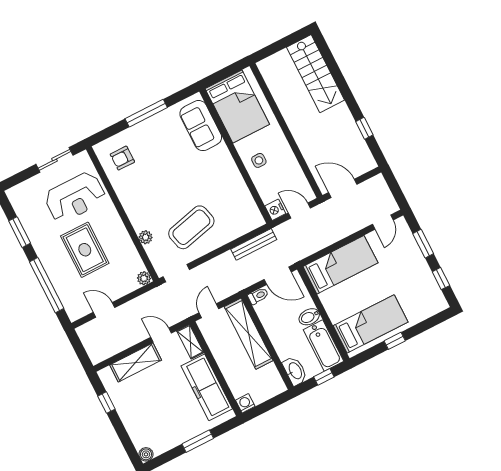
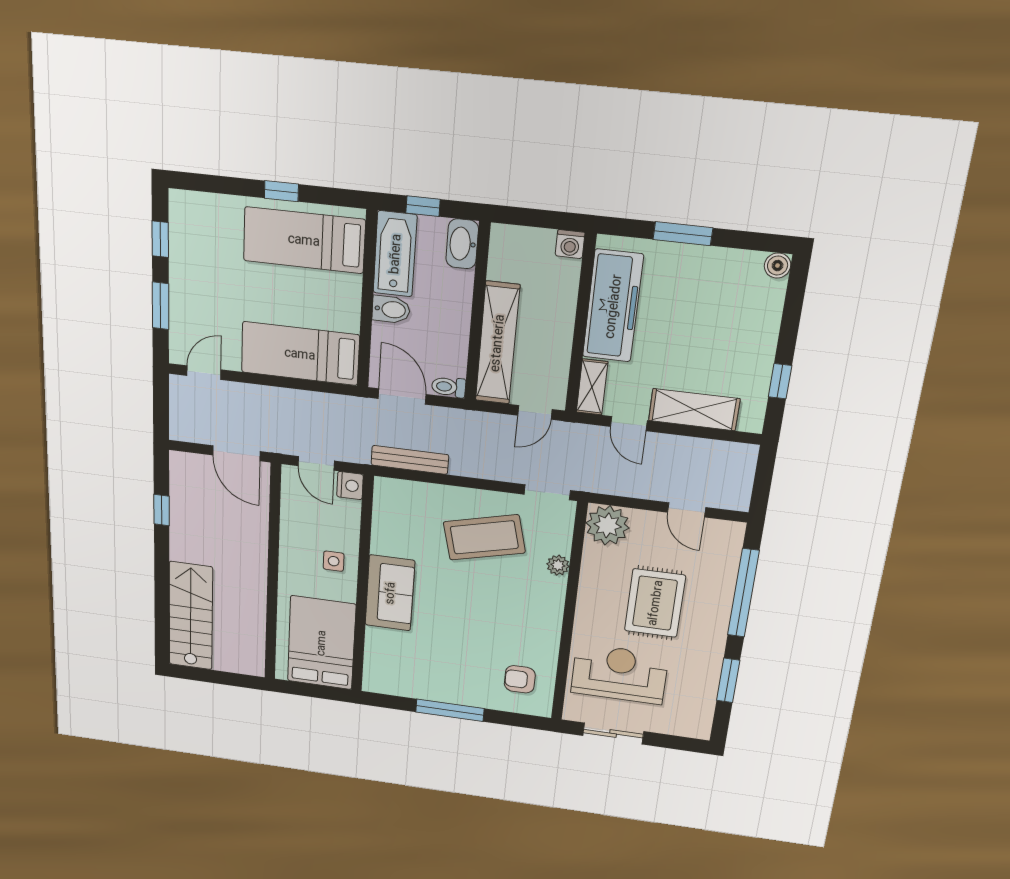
sofa: (201, 126) -> (390, 593), moved
armchair: (122, 158) -> (520, 679), turned 180
plant: (144, 278) -> (608, 525), width x1.88, depth x1.88

